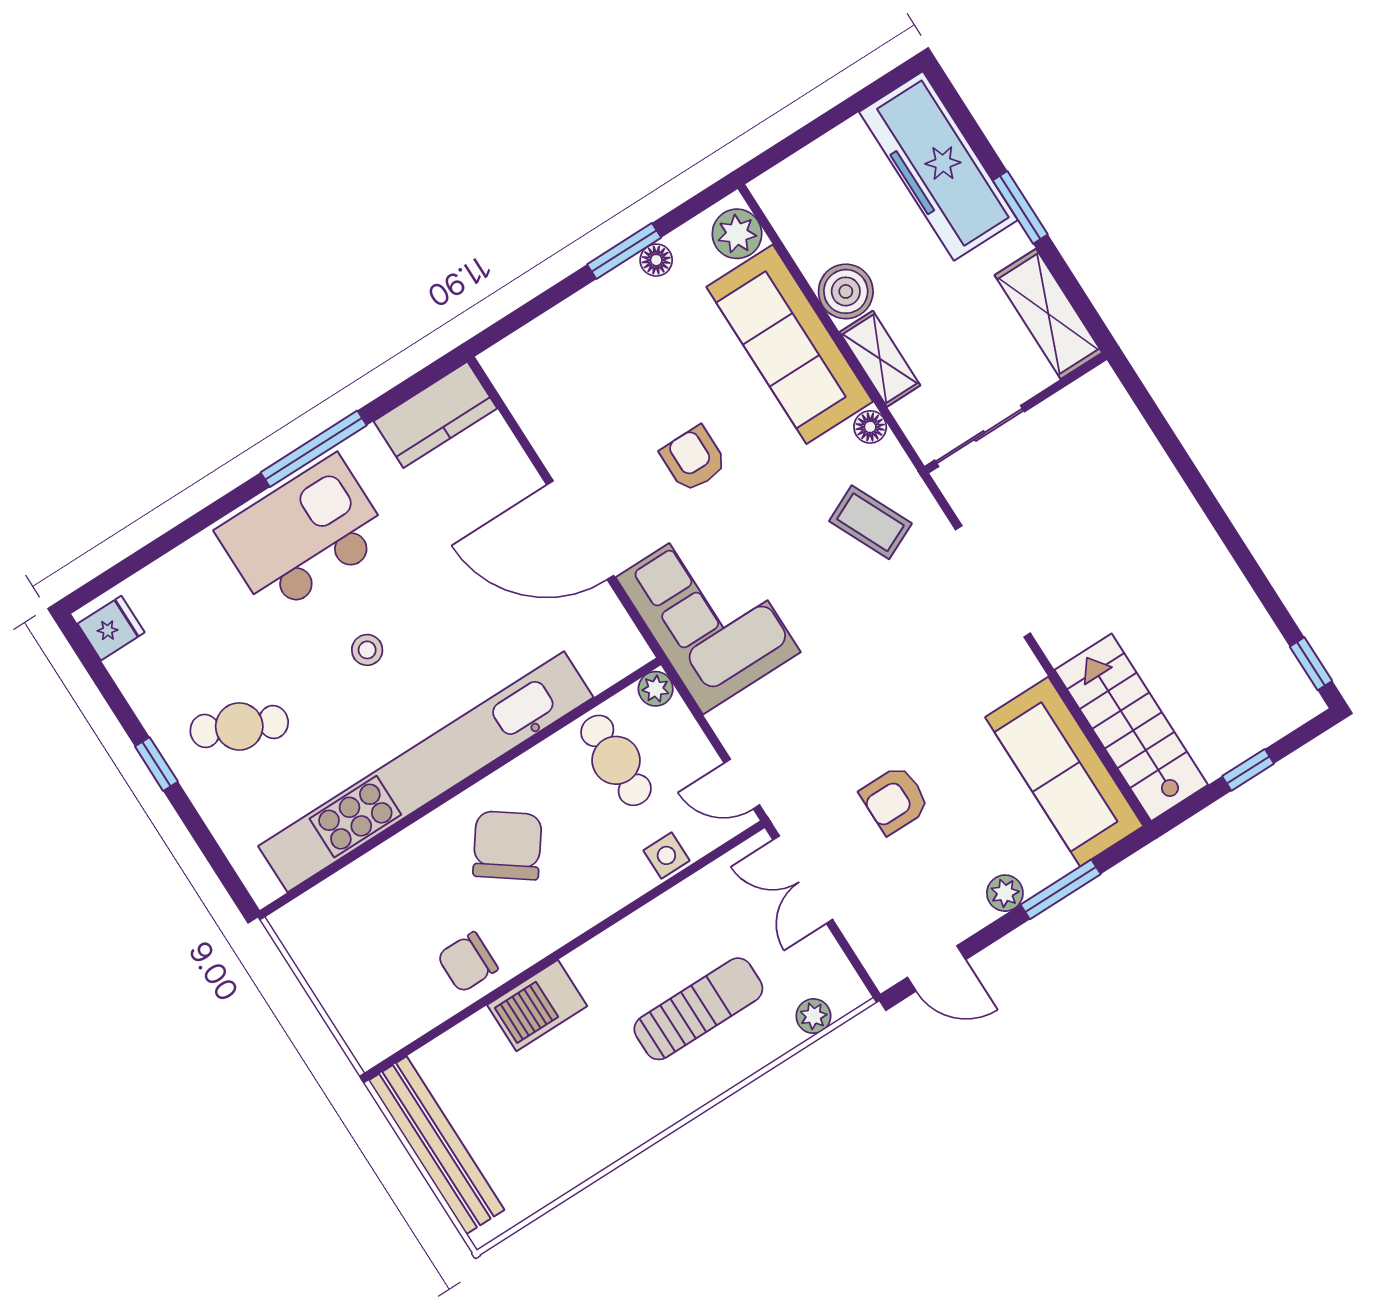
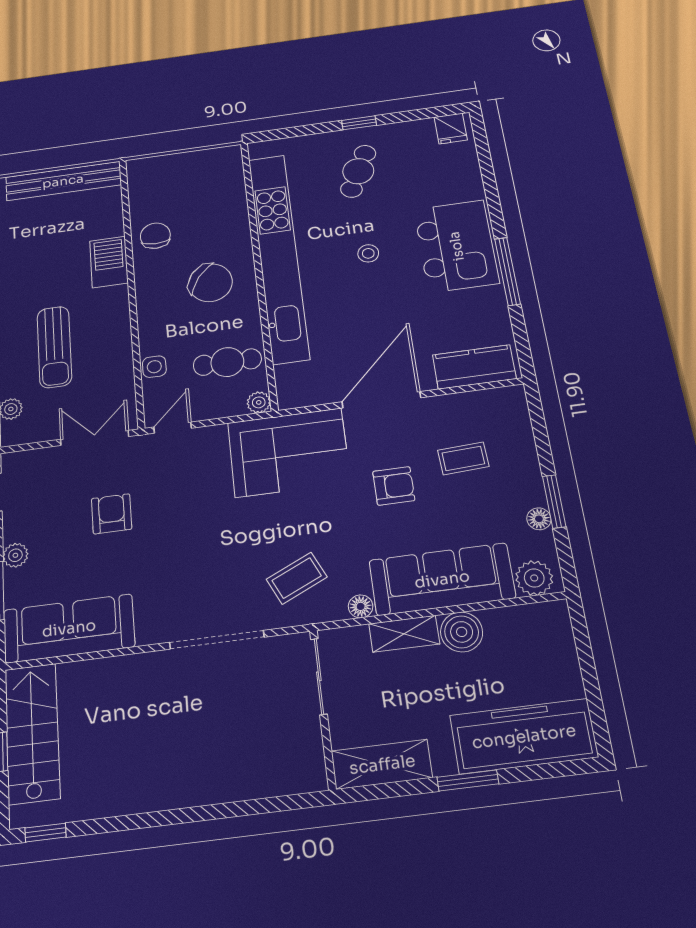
coffee table: (616, 388) -> (463, 458), added
kitchen counter: (435, 415) -> (474, 367), moved, turned 90
stairs: (1131, 727) -> (32, 733), moved, turned -90

